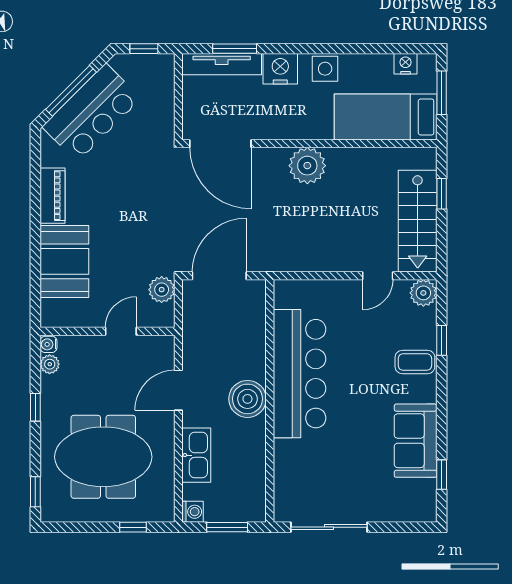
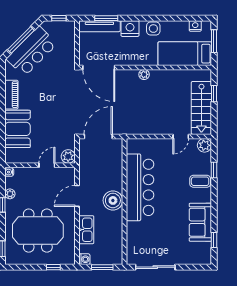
plant: (307, 166) -> (144, 74), width x0.53, depth x0.53
plant: (162, 290) -> (68, 156), moved
plant: (50, 364) -> (10, 194), moved

